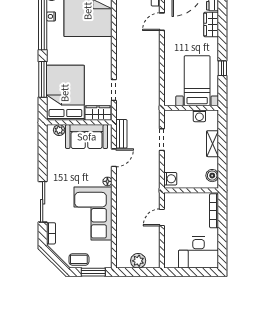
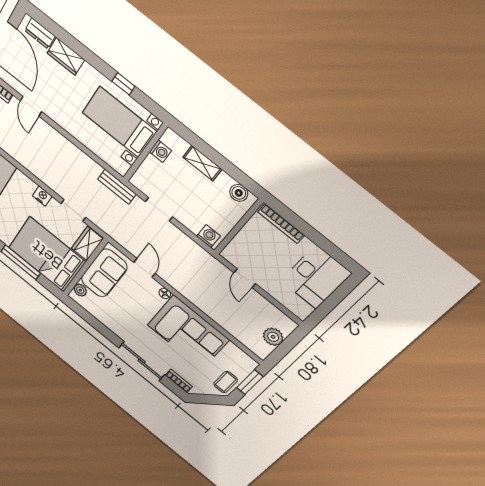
nightstand: (106, 65) -> (42, 196), added
bench: (121, 134) -> (117, 187), moved

